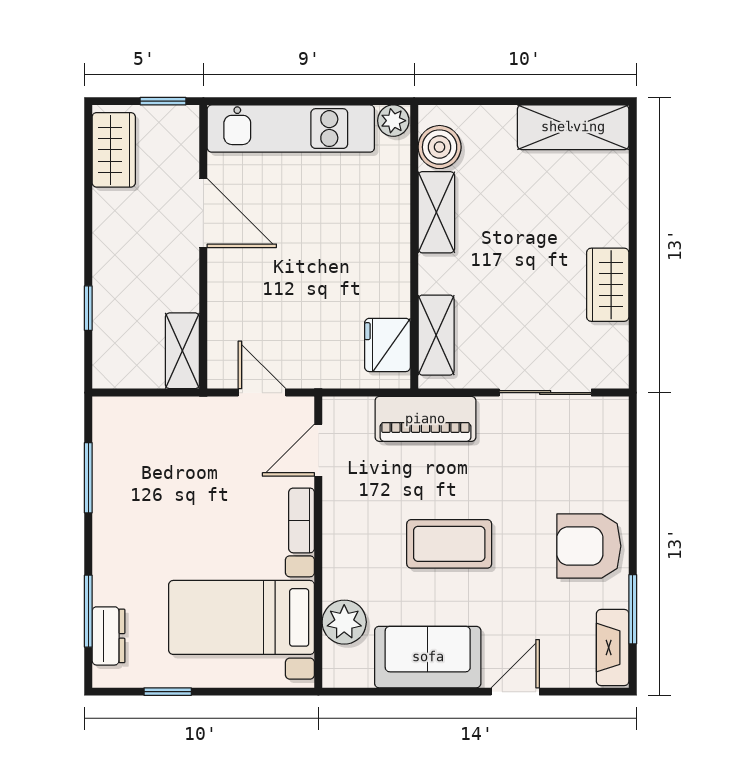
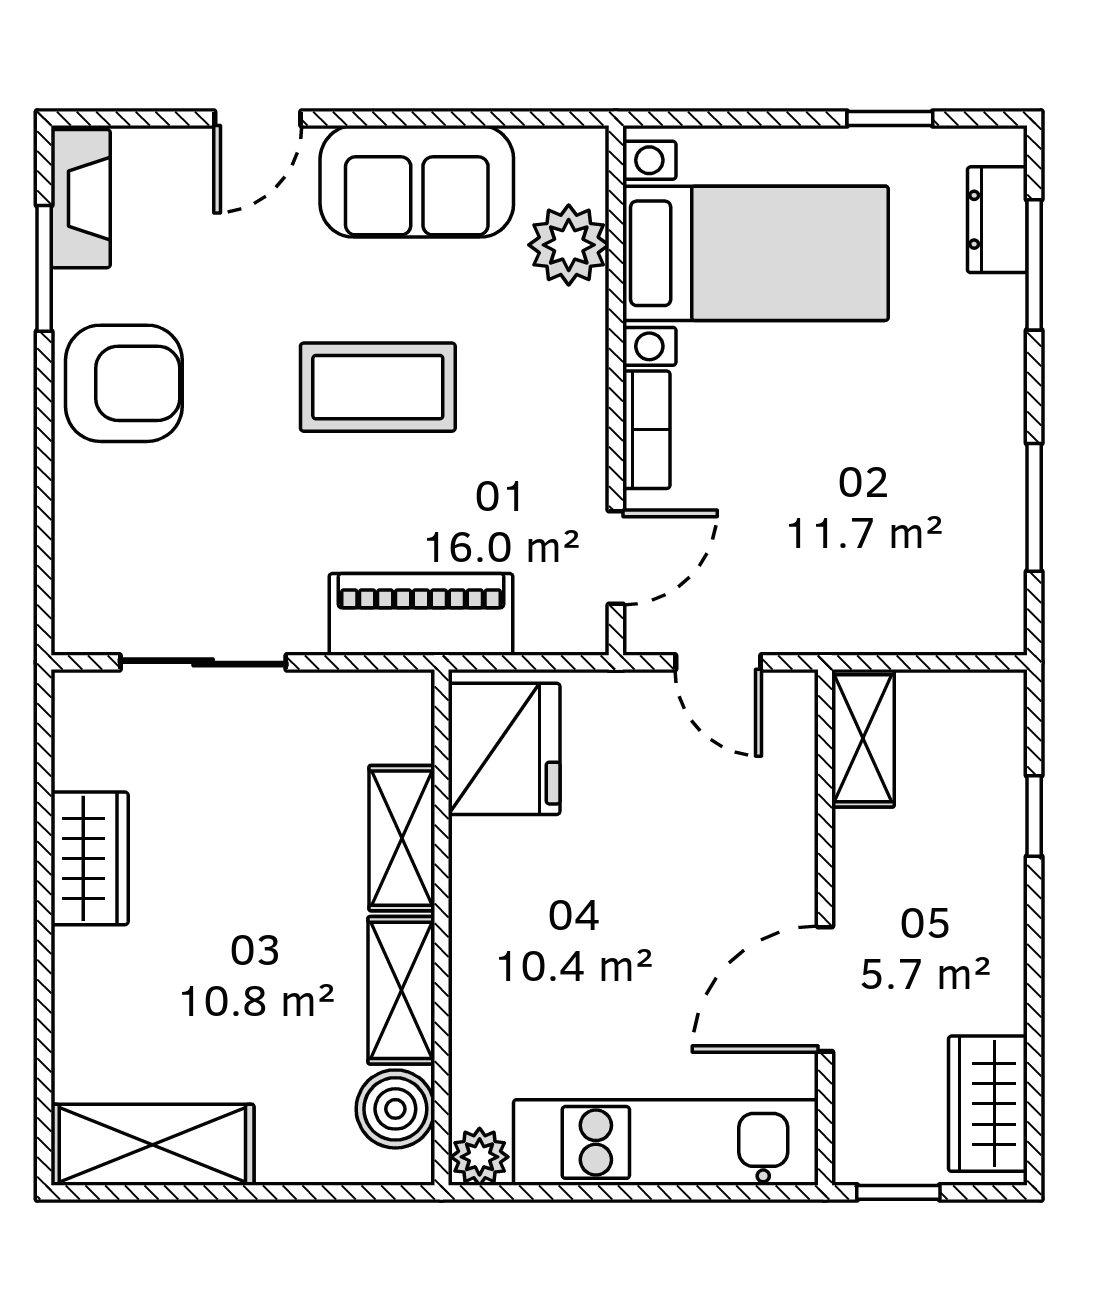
door: (203, 213) -> (825, 989), hinge flipped
shelving: (436, 335) -> (402, 838), moved
fridge: (387, 345) -> (504, 749), width x1.36, depth x1.34

